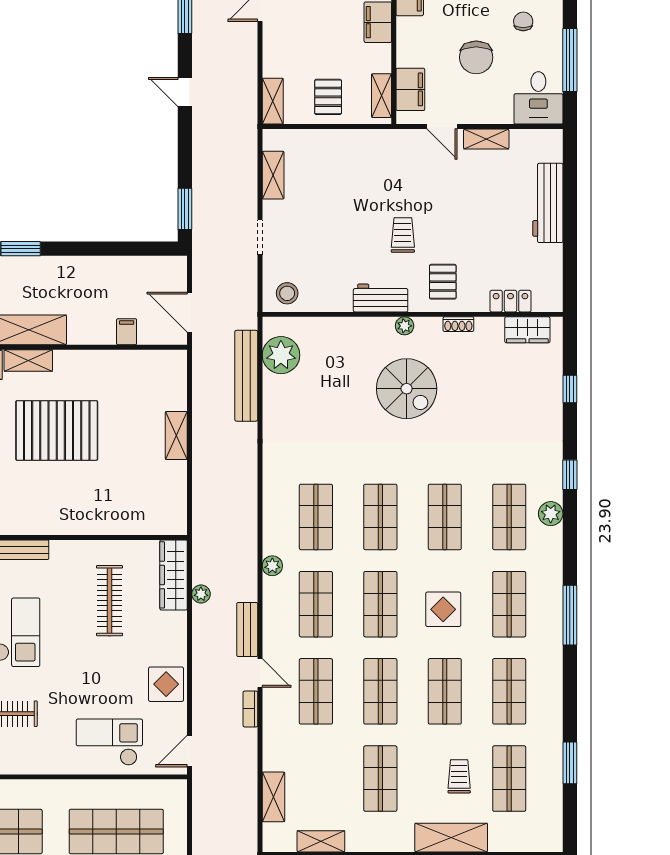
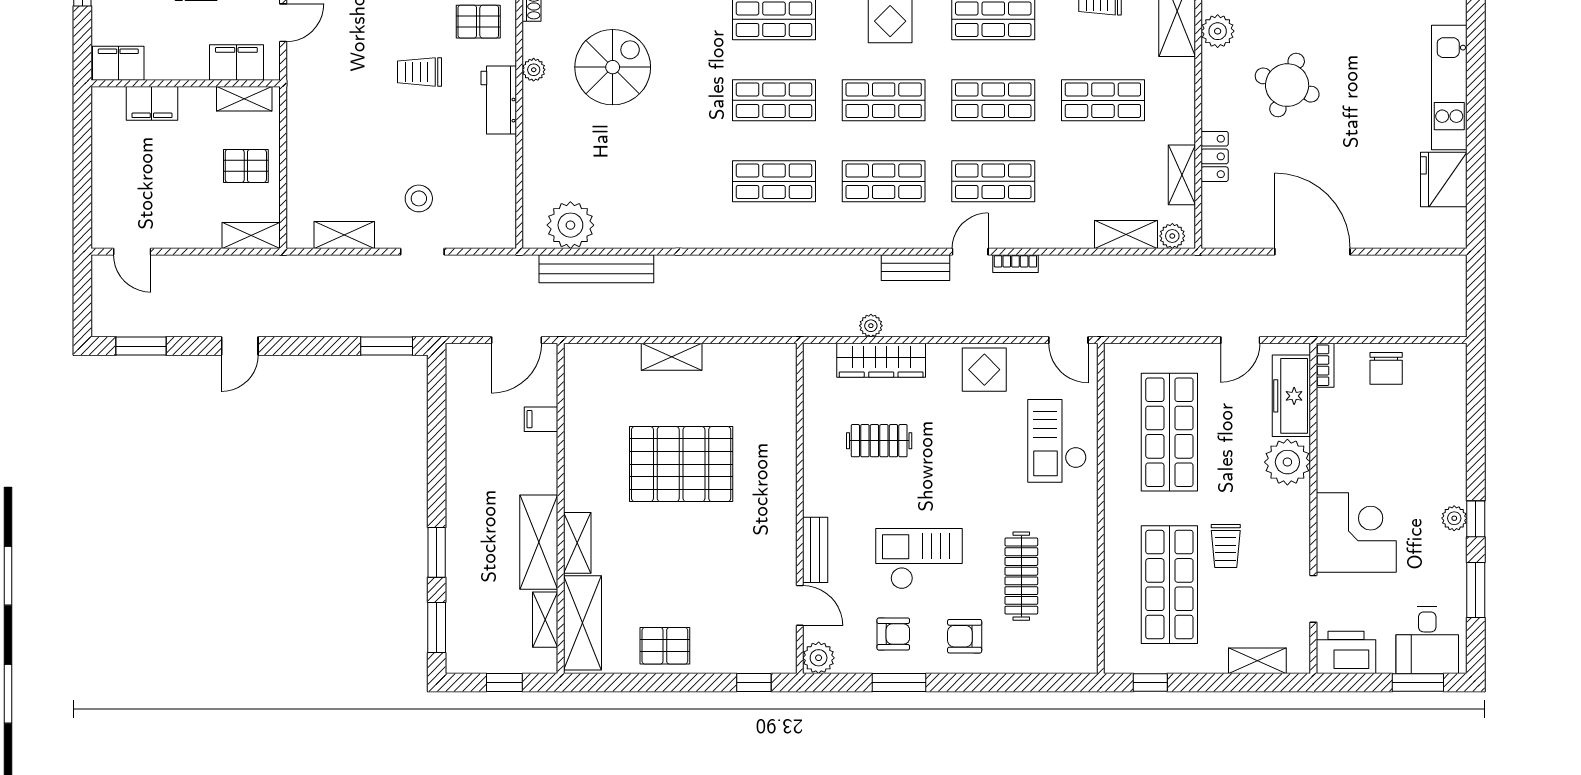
stool: (287, 293) -> (419, 198), moved
pallet: (57, 430) -> (681, 464), moved, turned 90
plant: (272, 566) -> (1172, 236), moved
wardrobe: (174, 575) -> (881, 360), moved
clothes rail: (109, 601) -> (879, 441), width x0.73

